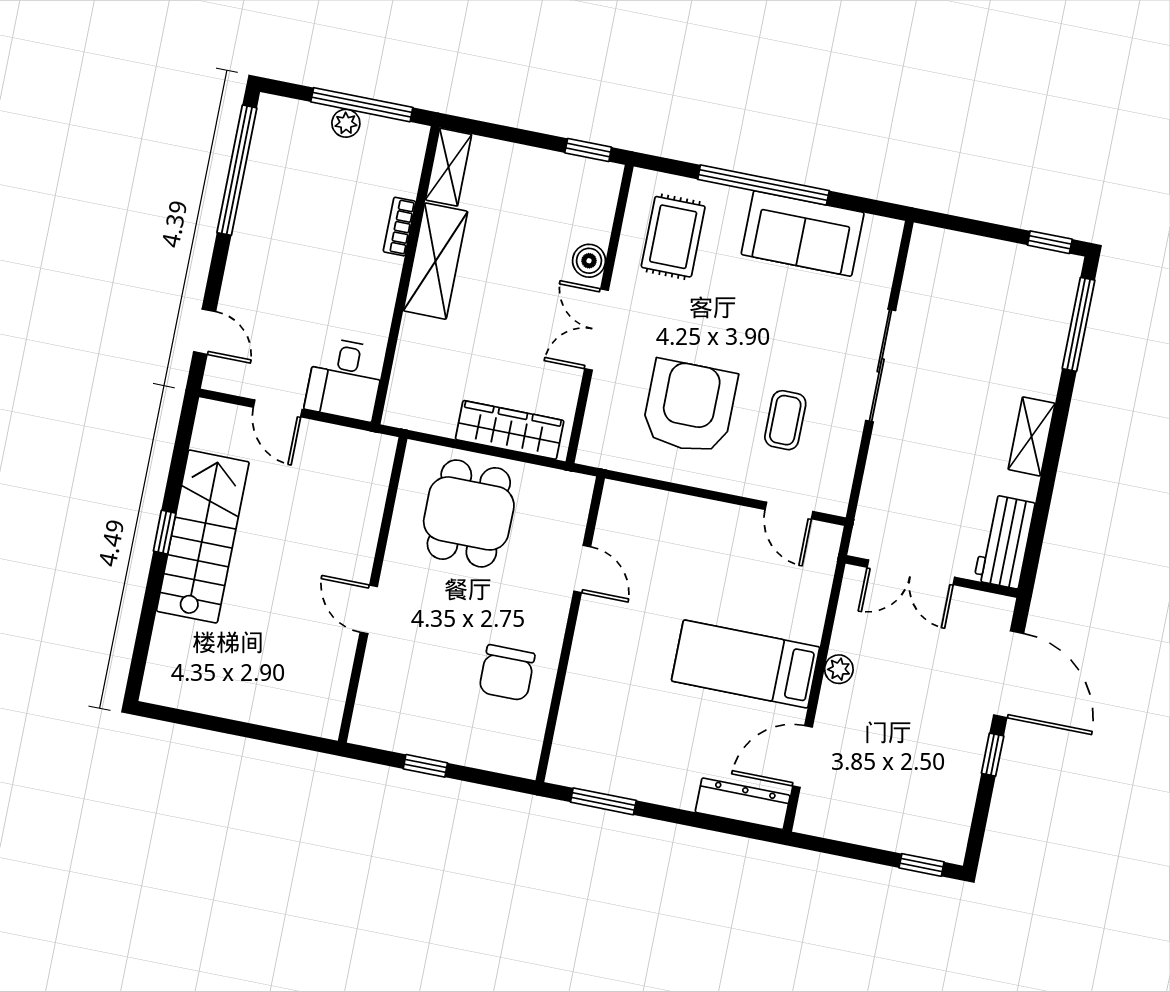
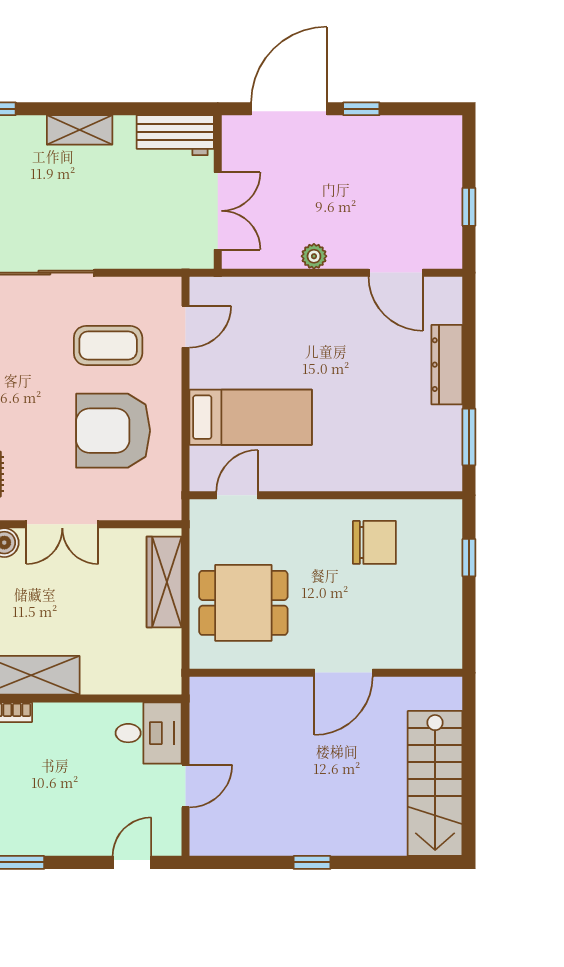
coffee table: (785, 420) -> (108, 346), width x1.36, depth x1.30
stairs: (203, 537) -> (435, 783), moved, turned -90
door: (582, 569) -> (237, 495), moved
door: (369, 609) -> (343, 673), width x1.38
bed: (746, 664) -> (251, 417), moved, turned -90
window: (425, 766) -> (469, 558), moved
dresser: (743, 804) -> (447, 365), moved
window: (922, 865) -> (469, 207), moved

